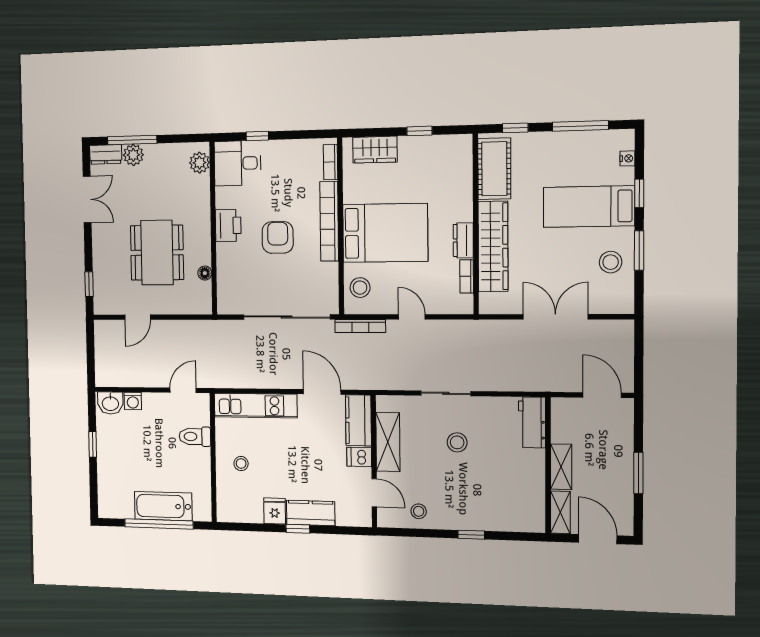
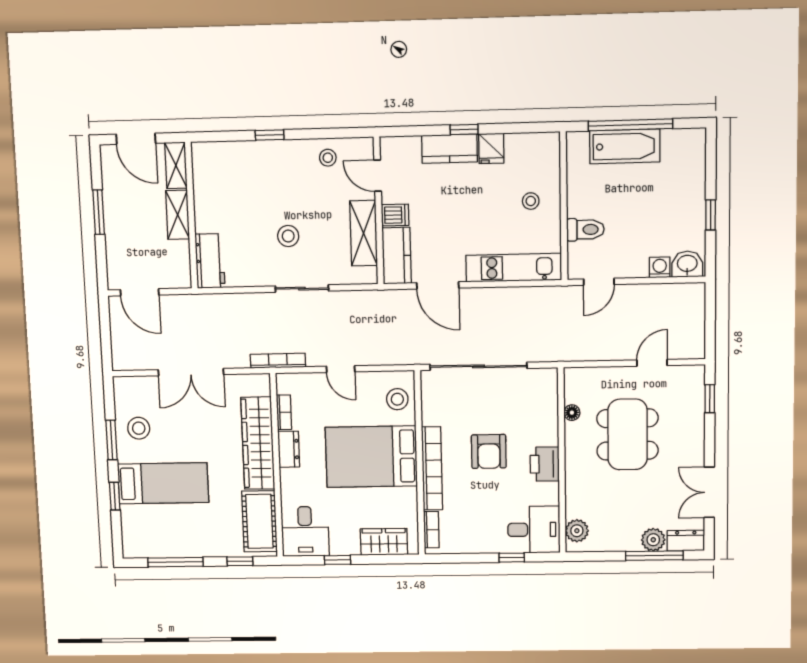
nightstand: (627, 158) -> (128, 530), removed
desk: (450, 159) -> (305, 531), added
bookcase: (360, 326) -> (278, 361), moved

